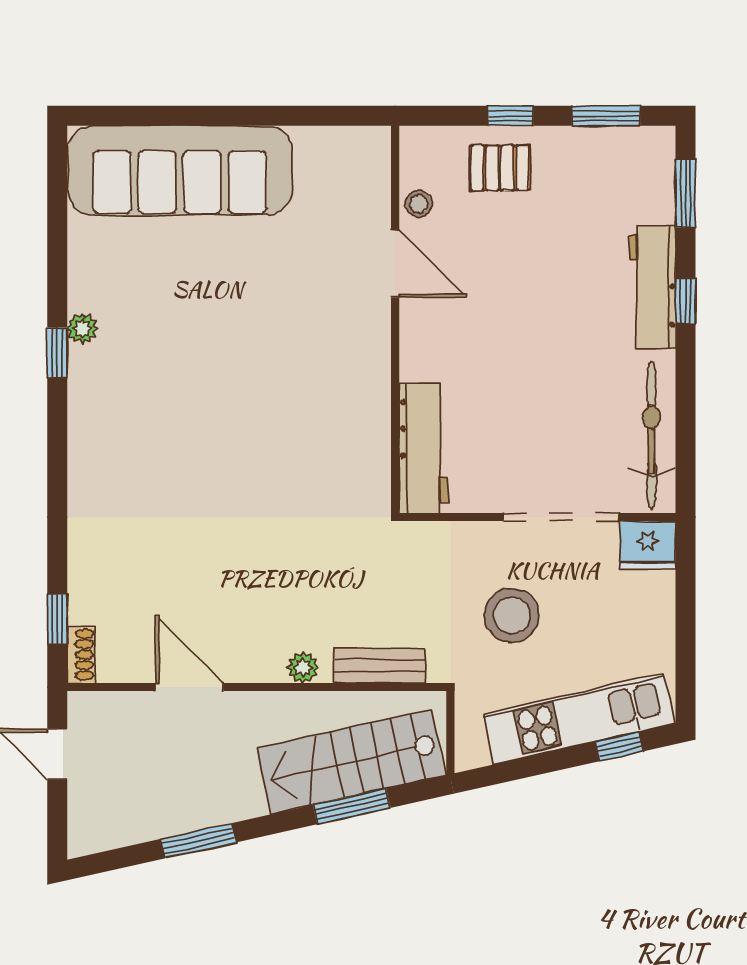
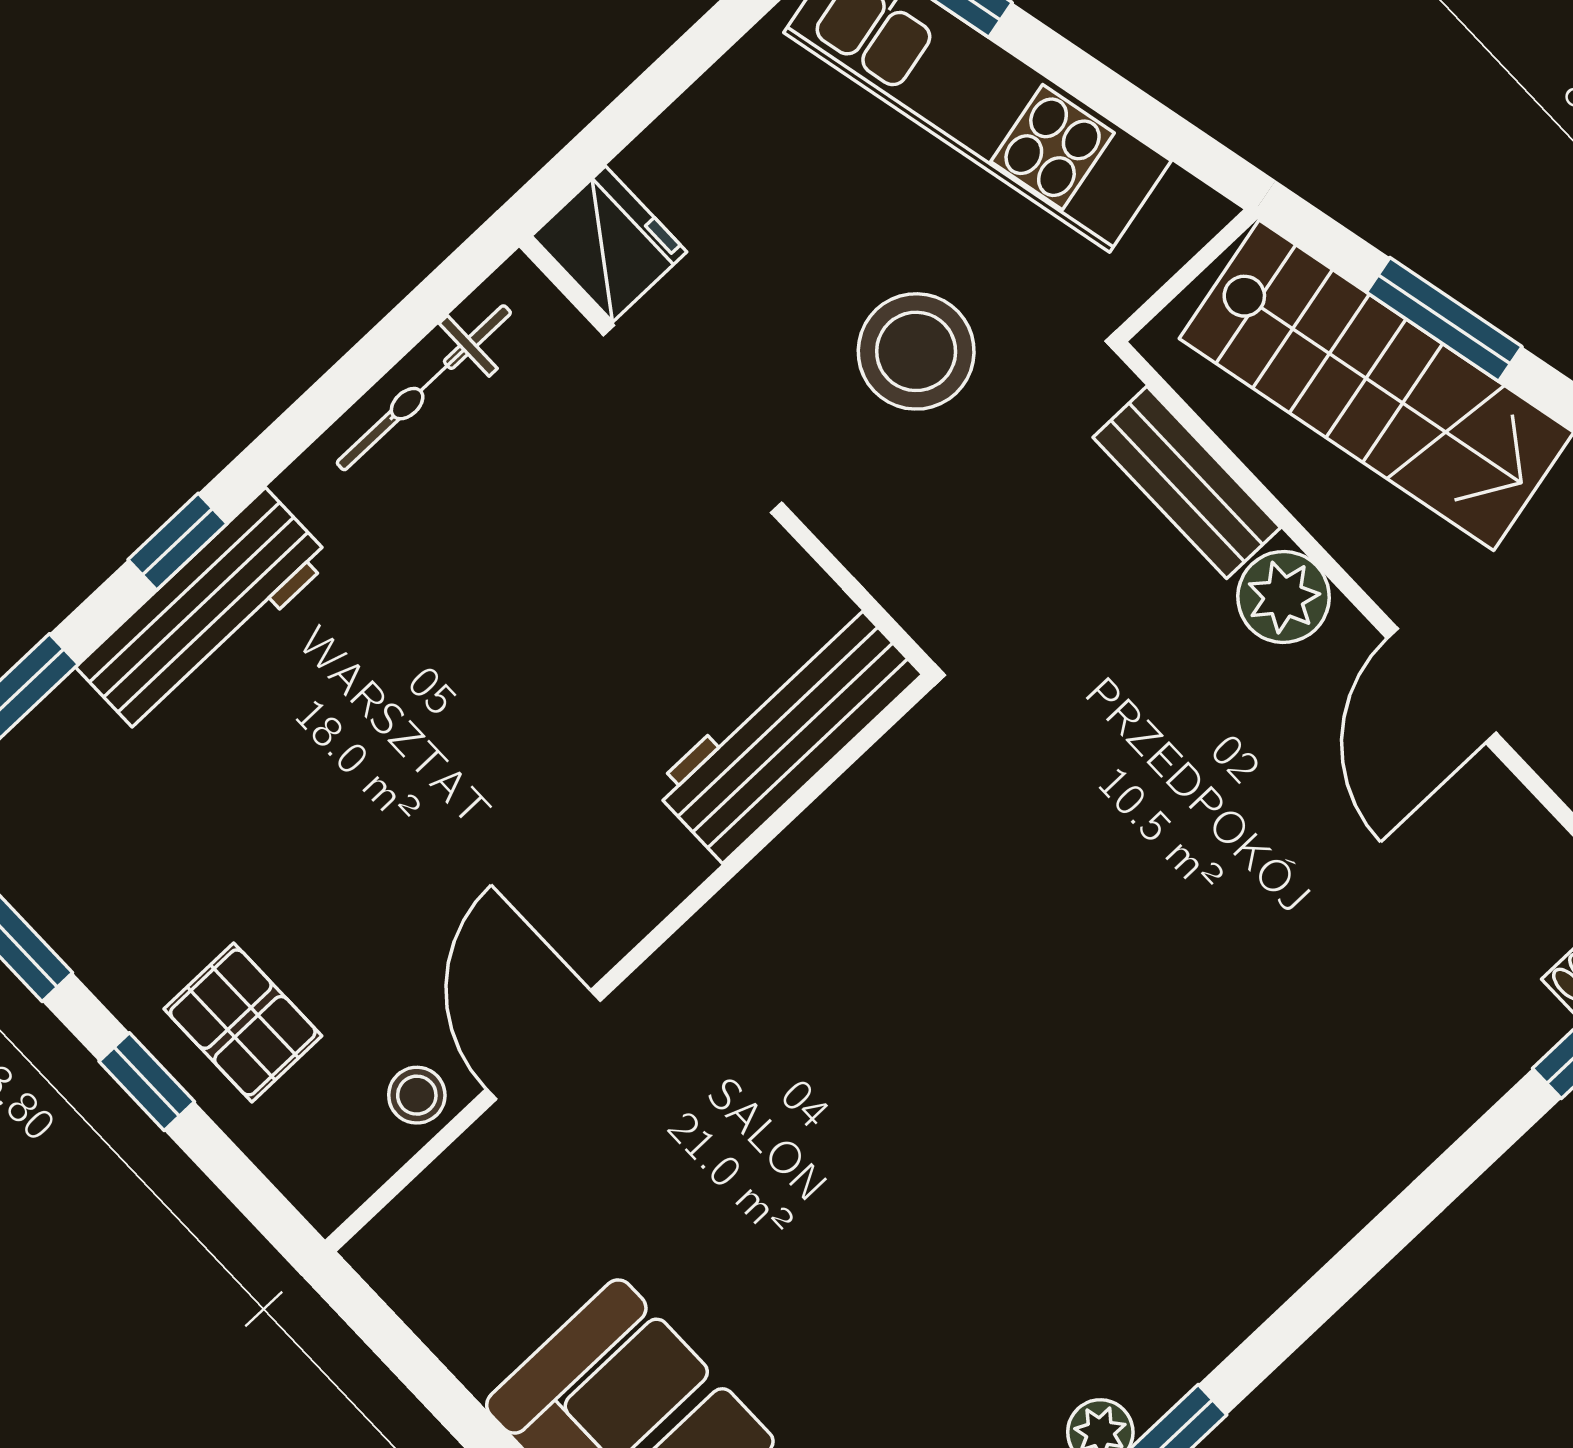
bicycle: (652, 435) -> (424, 388), width x0.73, depth x0.71
plant: (303, 667) -> (1284, 597), width x1.38, depth x1.38
door: (189, 687) -> (1442, 686), moved

